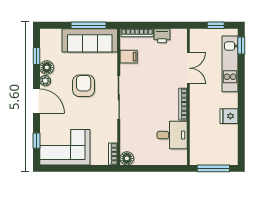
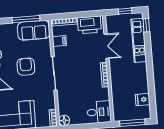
printer: (162, 36) -> (89, 25), width x1.87, depth x1.48
sofa: (90, 40) -> (34, 30), width x0.73
fridge: (229, 116) -> (143, 100), moved
desk: (172, 135) -> (99, 112), moved

